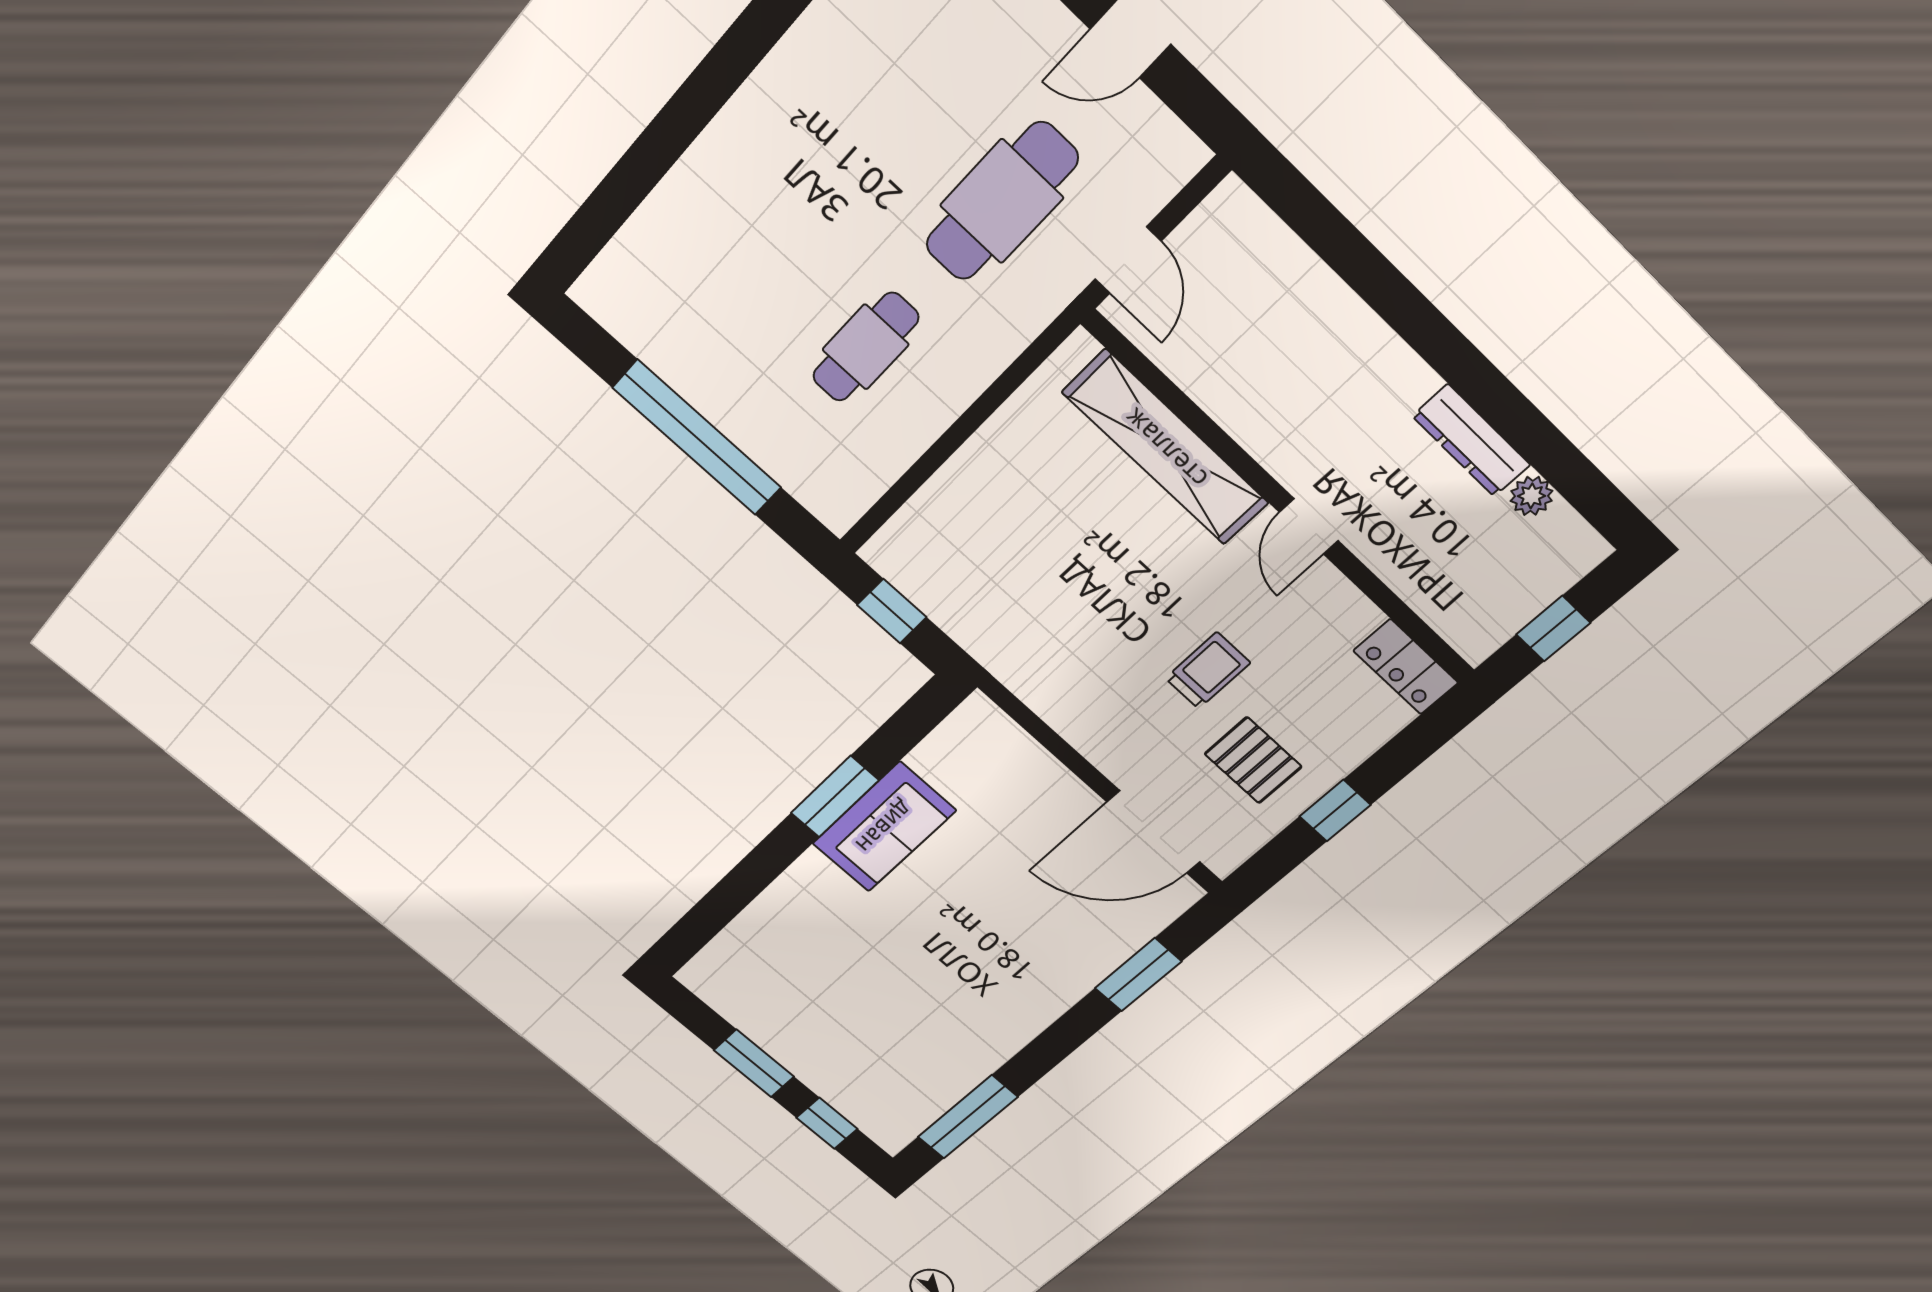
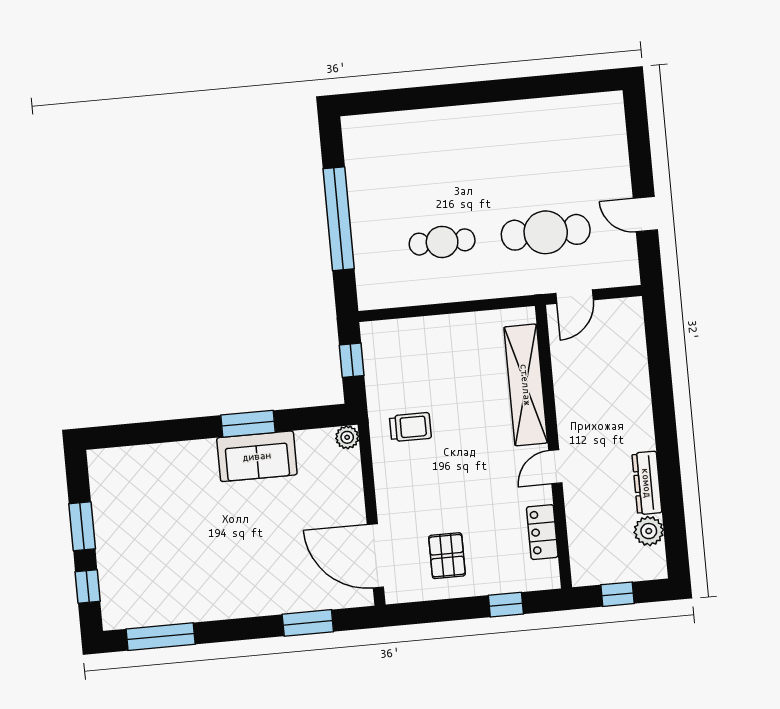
plant: (1531, 496) -> (649, 531), width x1.38, depth x1.38
locker: (1406, 667) -> (542, 532), moved
trolley: (1208, 671) -> (410, 427), moved
plant: (978, 714) -> (347, 437), added
window: (1335, 811) -> (506, 605), moved

